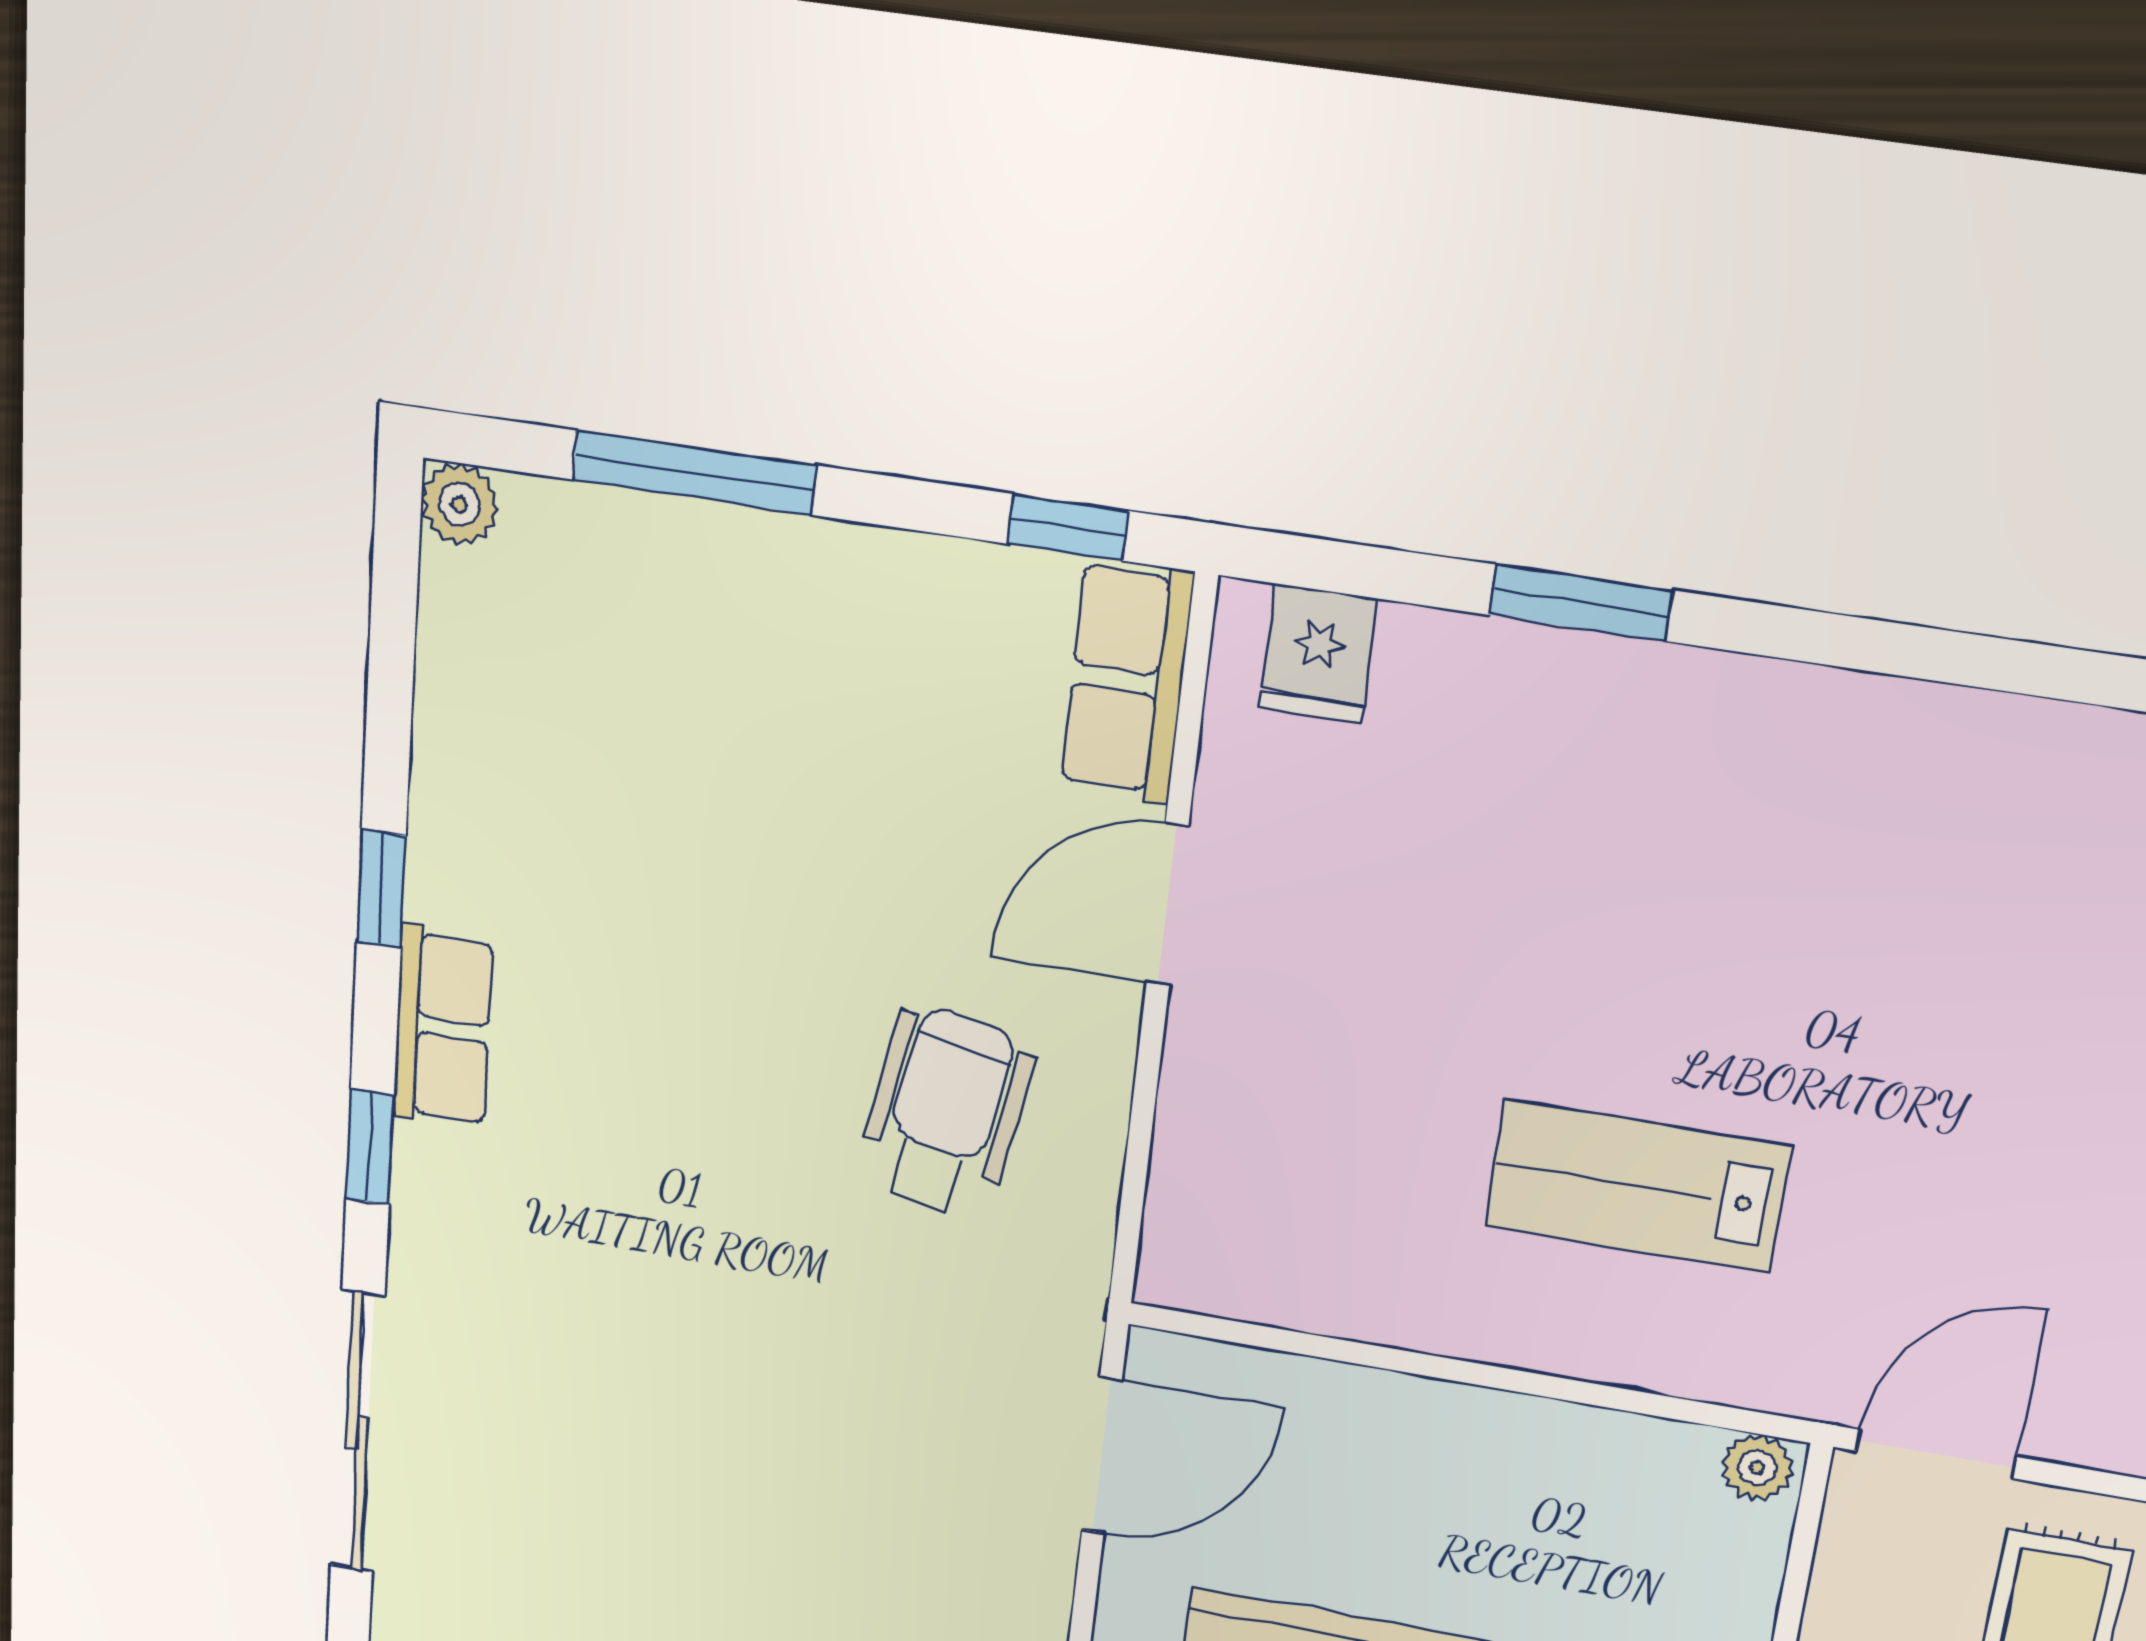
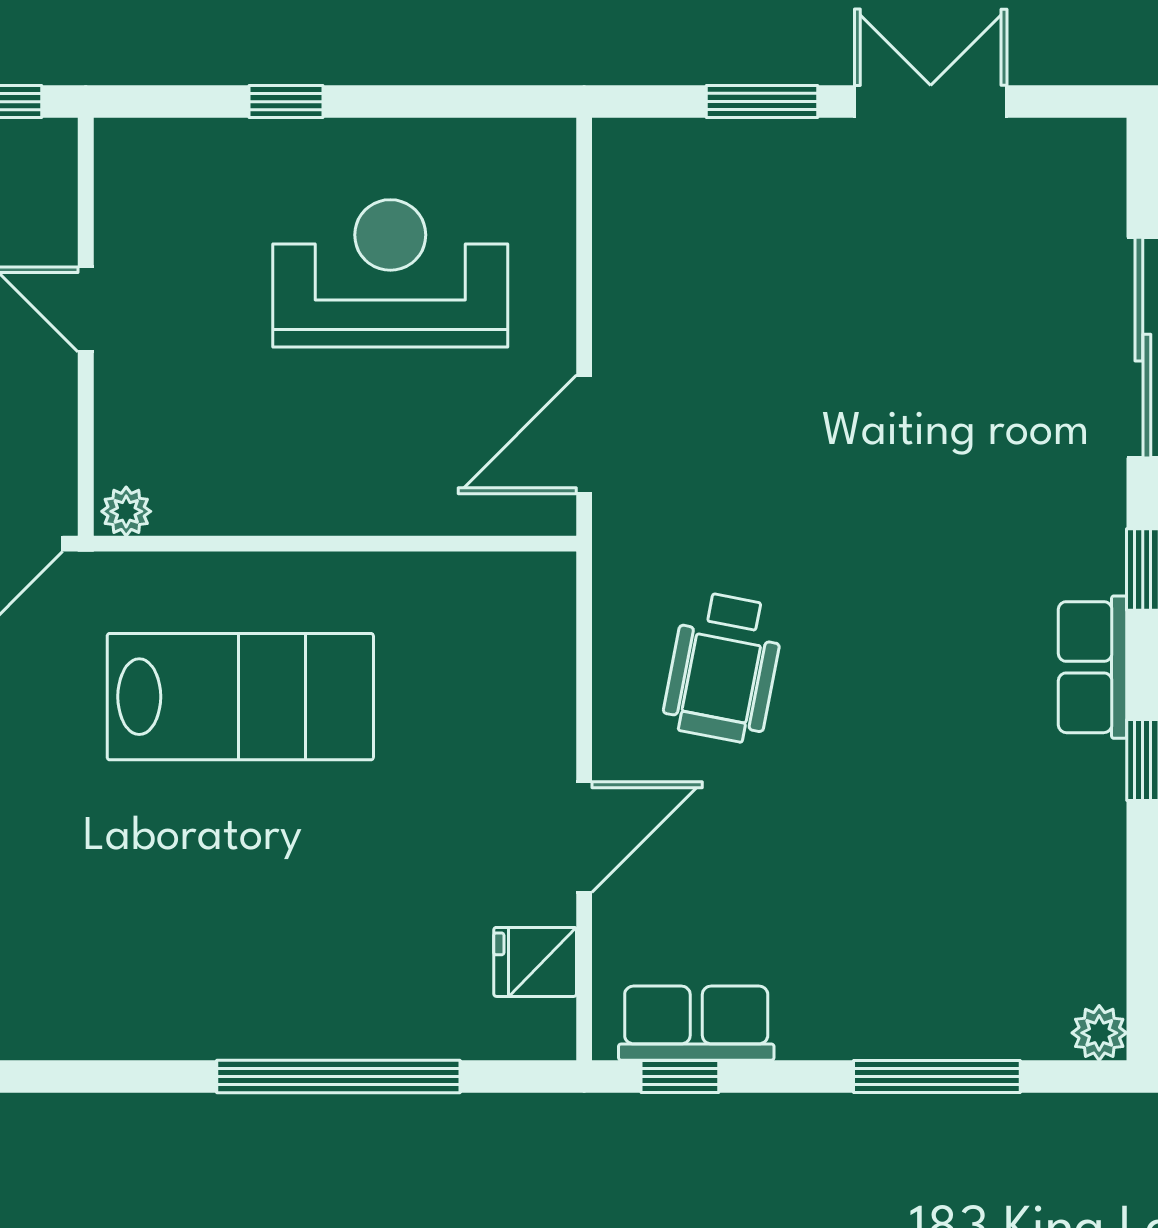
window: (1580, 603) -> (338, 1076), width x2.11
fridge: (1318, 654) -> (535, 962), moved, turned -90
row of seats: (1127, 681) -> (696, 1023), moved, turned -90
lab bench: (1637, 1186) -> (240, 697), width x1.36, depth x1.39

